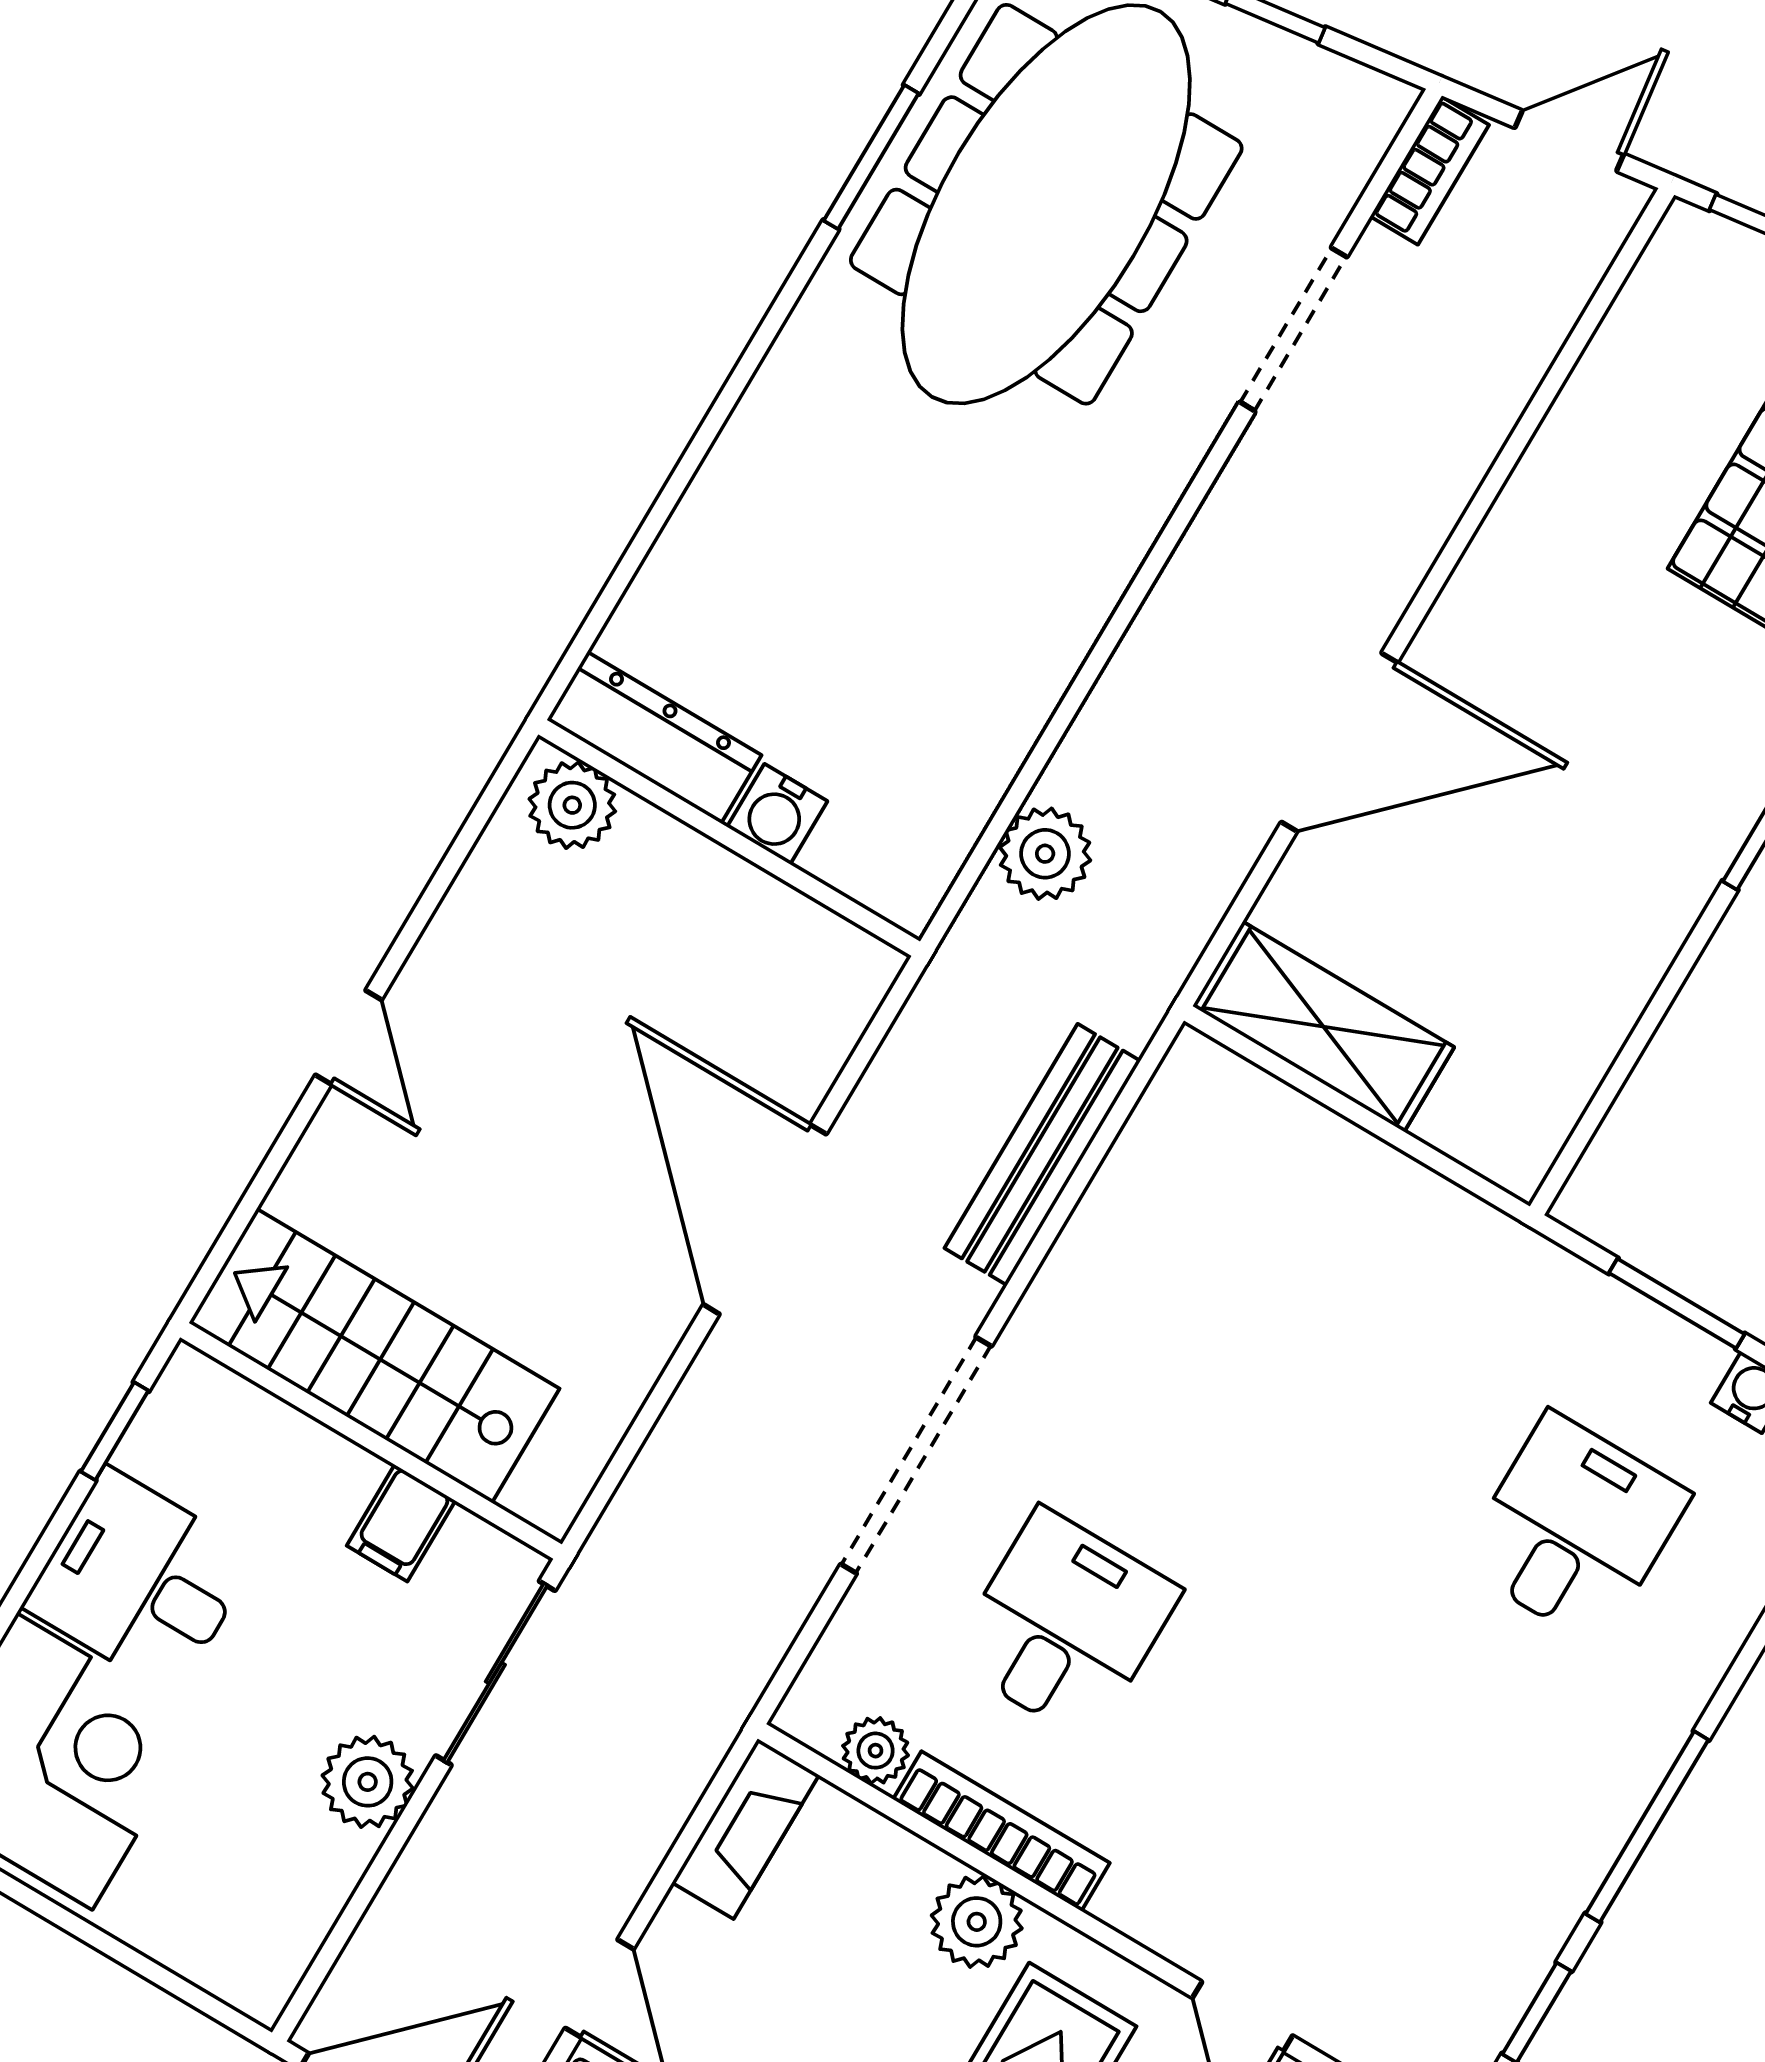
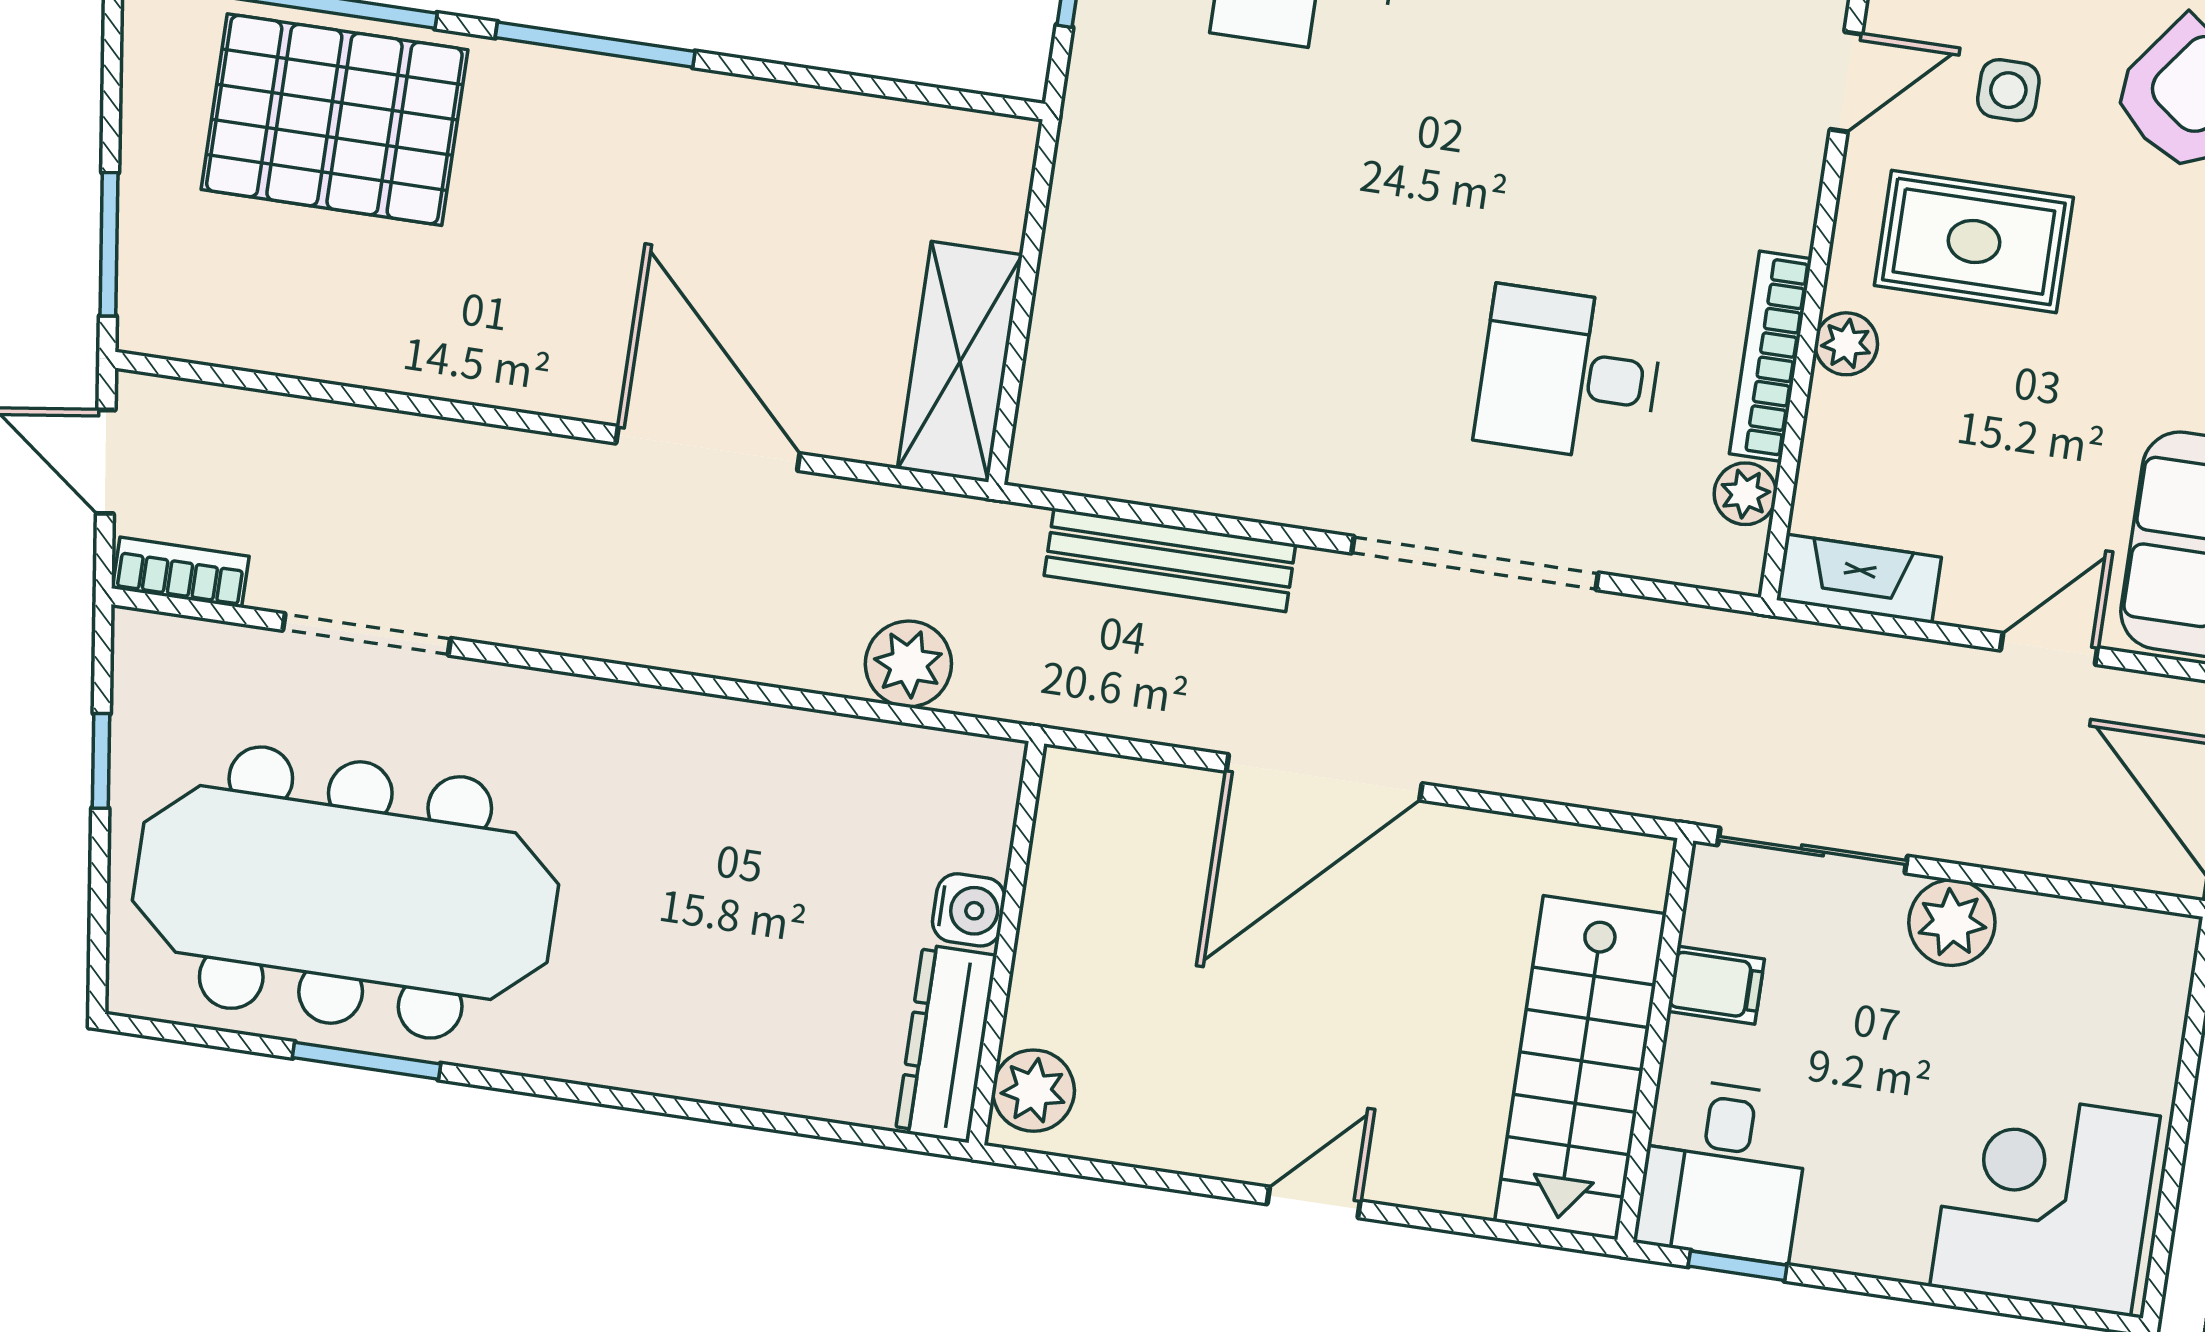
desk: (140, 1581) -> (1723, 1170), moved
plant: (977, 1922) -> (1846, 344), width x0.73, depth x0.73

